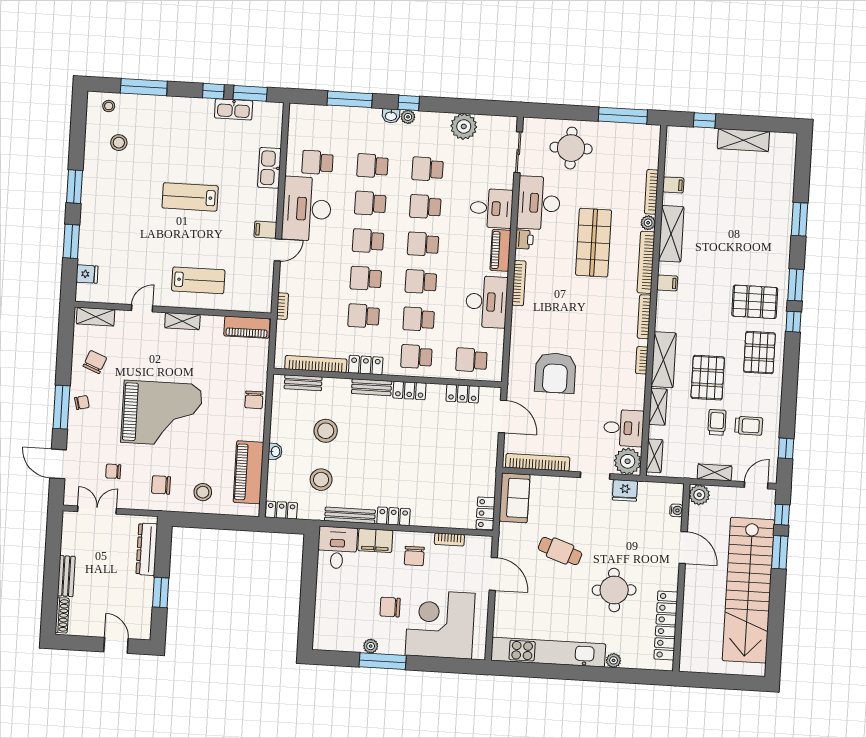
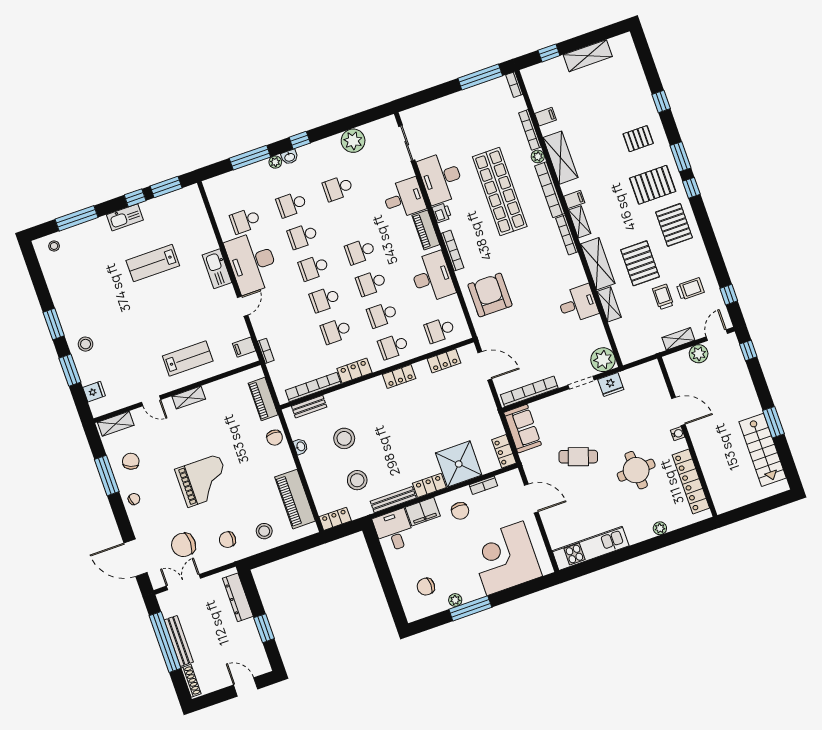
kitchen sink: (234, 109) -> (125, 217), moved
plant: (408, 117) -> (275, 162), moved
stool: (119, 143) -> (86, 344), moved
round table: (571, 148) -> (449, 122), removed
kitchen sink: (269, 168) -> (217, 269), moved
lab bench: (190, 197) -> (153, 263), moved
school desk: (425, 207) -> (349, 220), removed
window: (800, 219) -> (661, 101), width x0.67
filing cabinet: (265, 230) -> (244, 347), moved
shop shelf: (594, 243) -> (500, 192), width x1.40
pallet: (760, 248) -> (638, 139), added
door: (142, 308) -> (151, 401), swing flipped
piano: (247, 327) -> (263, 399), moved, turned 90
bookcase: (642, 360) -> (514, 85), moved
armchair: (555, 373) -> (490, 295), moved, turned 180
bench: (372, 387) -> (367, 387), removed
window: (61, 407) -> (107, 476), moved
grand piano: (162, 414) -> (203, 481), width x0.73, depth x0.68
desk: (624, 428) -> (578, 304), moved
washbasin: (275, 451) -> (301, 446), moved
shelving: (654, 456) -> (580, 222), moved
door: (58, 464) -> (136, 558), width x1.36
chair: (113, 471) -> (183, 545), width x1.87, depth x1.87
plant: (699, 495) -> (699, 354), moved
shower: (433, 507) -> (459, 464), added
water cooler: (676, 510) -> (678, 434), moved
window: (780, 552) -> (773, 422), moved
window: (52, 564) -> (165, 642), added
bench: (66, 576) -> (179, 641), width x1.36
stairs: (748, 590) -> (763, 450), width x0.54, depth x0.66
chair: (390, 607) -> (426, 587), moved
kitchen unit: (548, 652) -> (591, 548), width x0.73

